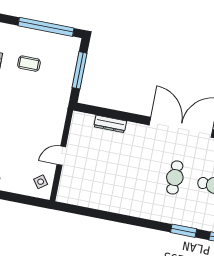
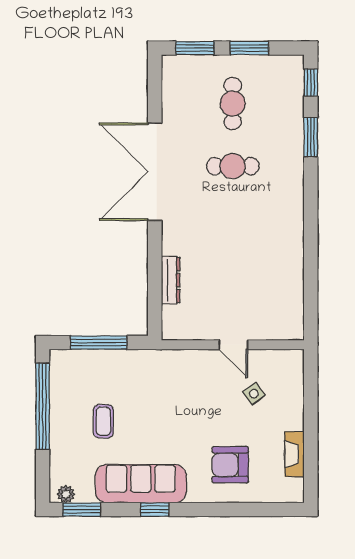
side table: (41, 182) -> (254, 394), moved

